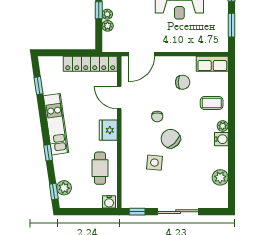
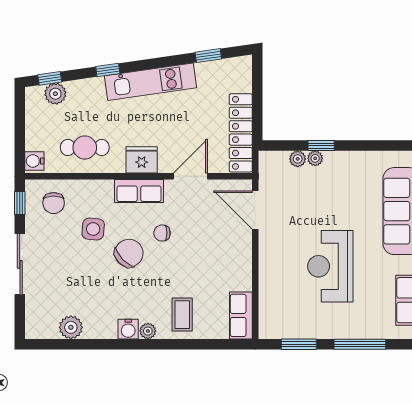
chair: (183, 82) -> (54, 203), moved
row of seats: (129, 132) -> (139, 191), added

